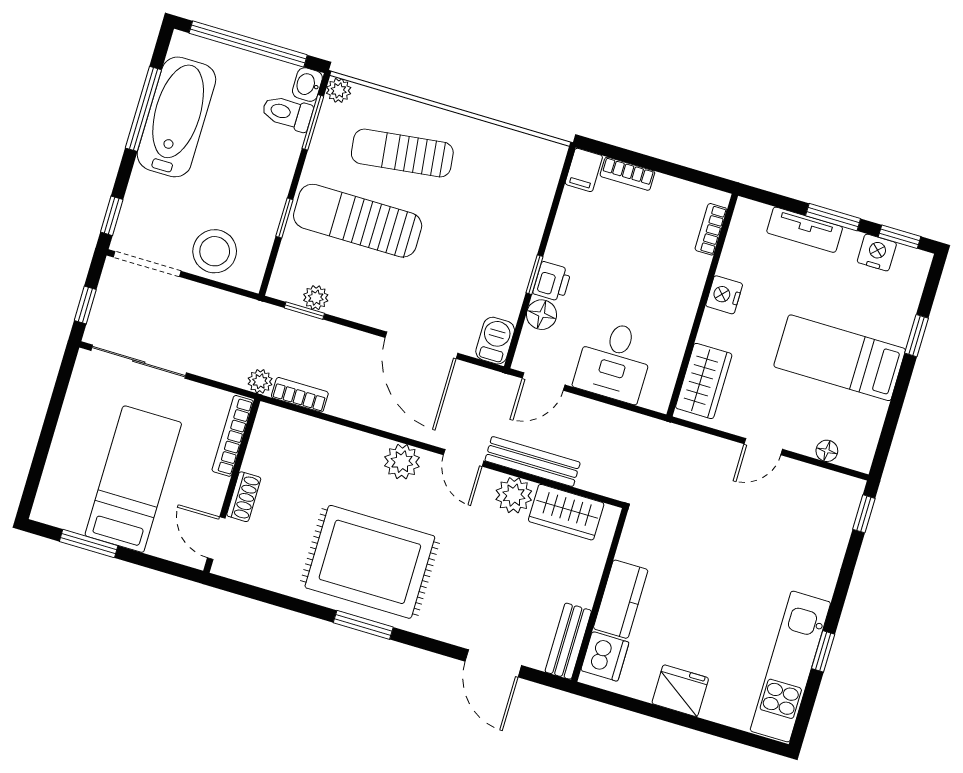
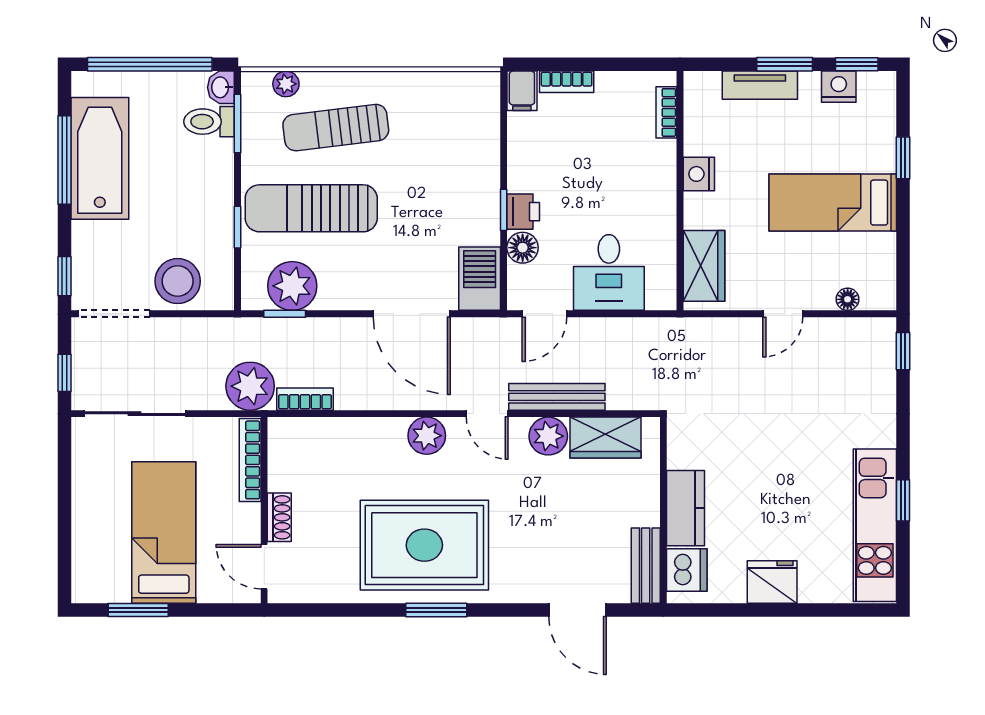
plant: (339, 90) -> (286, 84), moved
plant: (316, 298) -> (292, 286), width x1.87, depth x1.87
barbecue: (495, 341) -> (480, 279), width x1.38, depth x1.27
plant: (260, 381) -> (250, 386), width x1.88, depth x1.88

